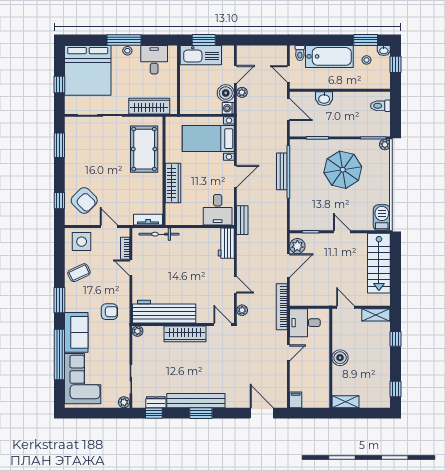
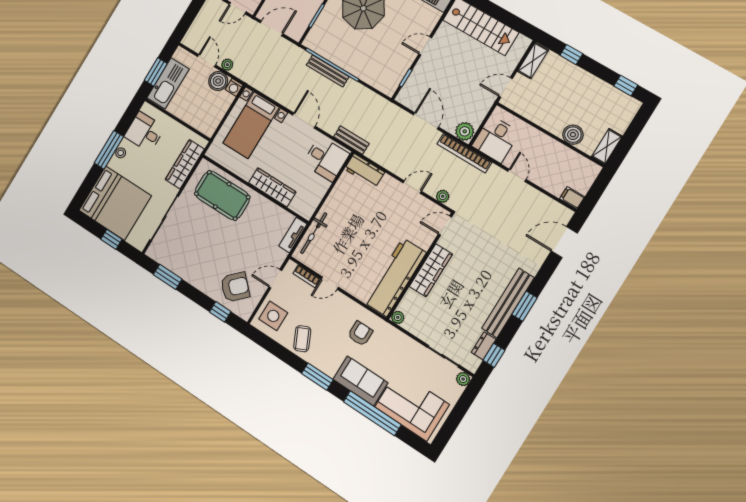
plant: (297, 246) -> (465, 131), moved
boiler: (340, 358) -> (573, 135), moved

